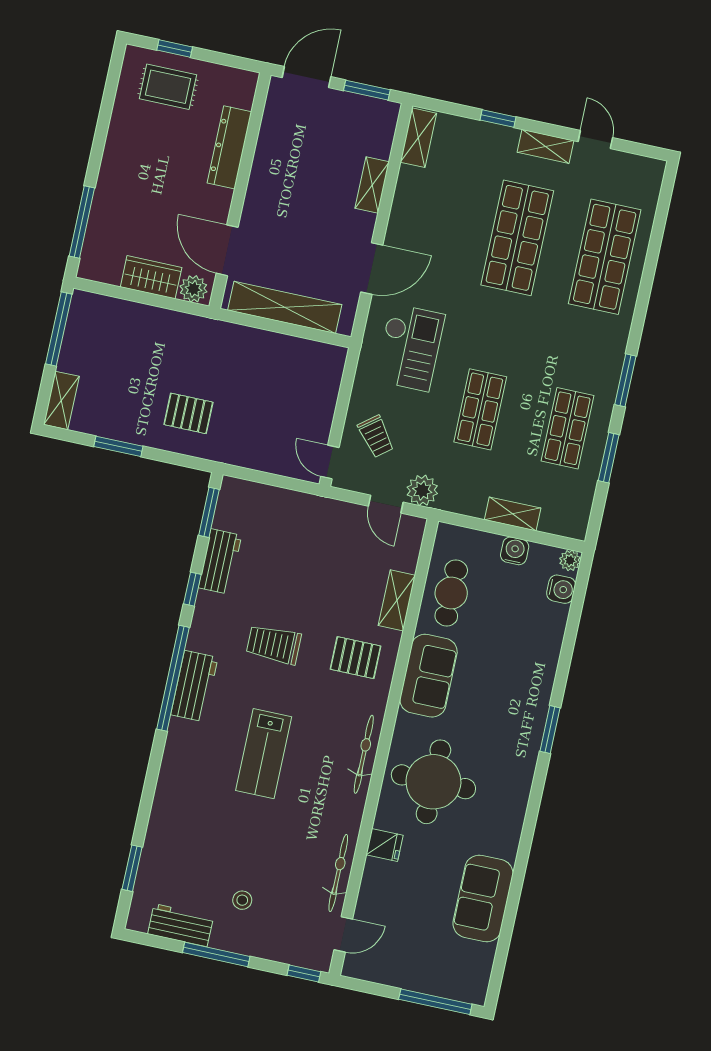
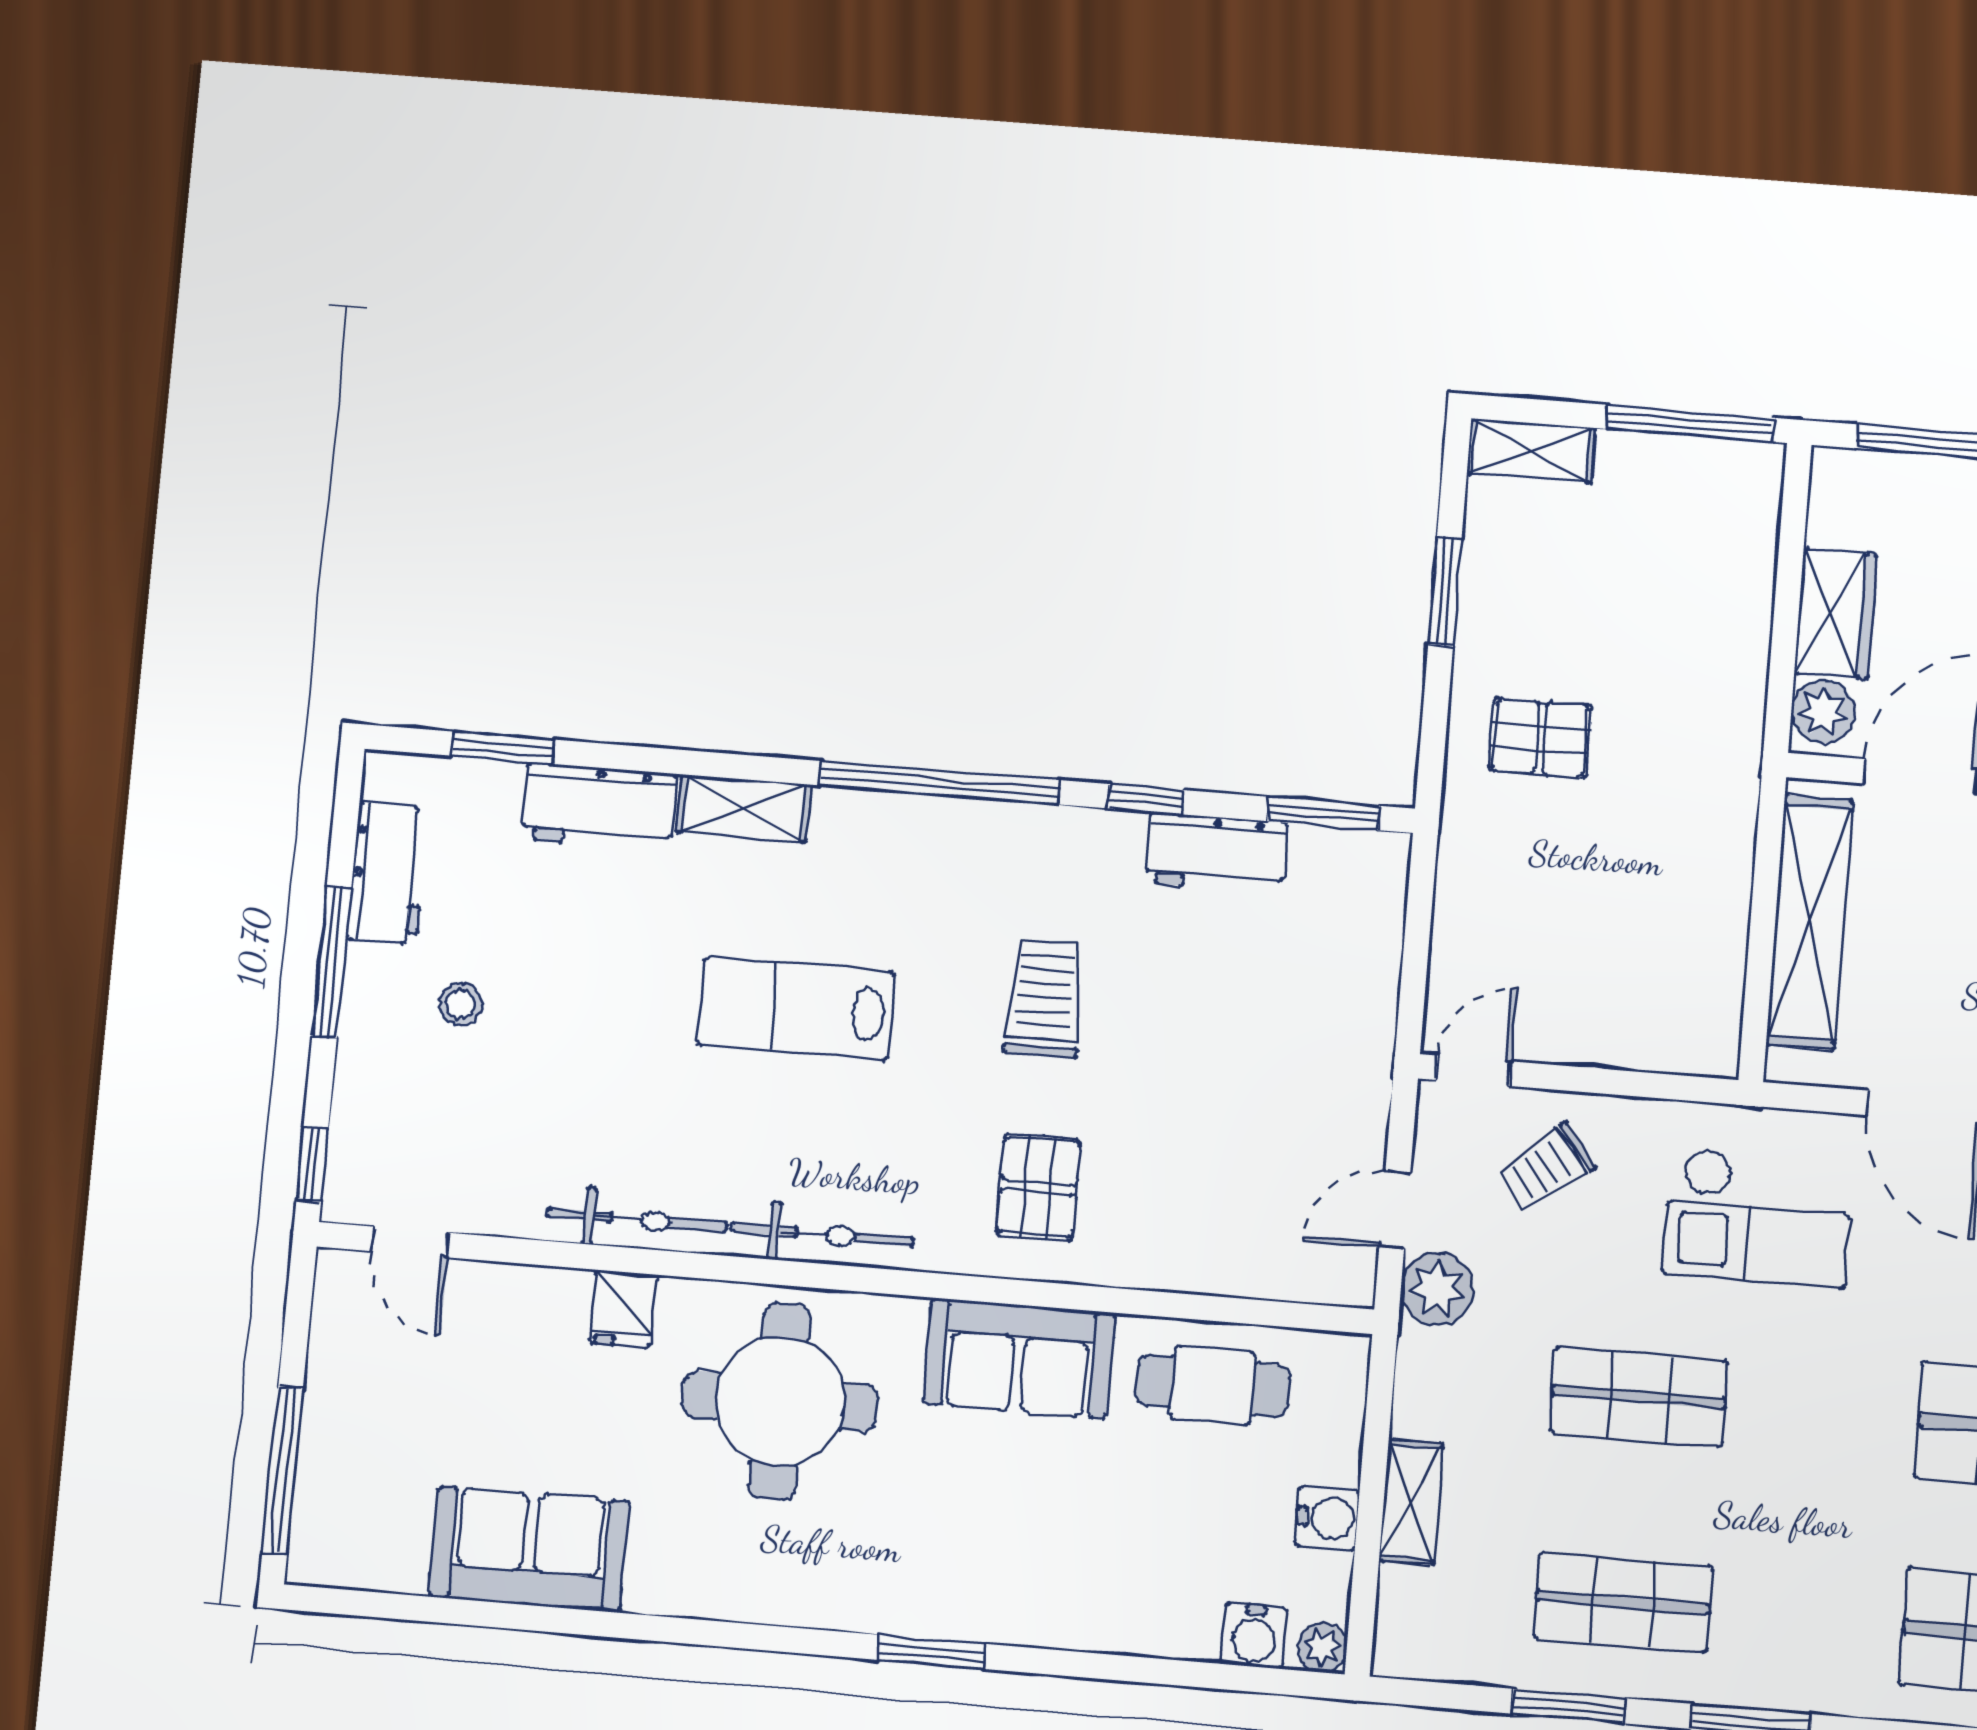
pallet: (188, 413) -> (1540, 738), turned 90
shelving: (397, 600) -> (744, 808), moved
workbench: (194, 686) -> (599, 806), moved
bicycle: (338, 873) -> (637, 1220), moved

